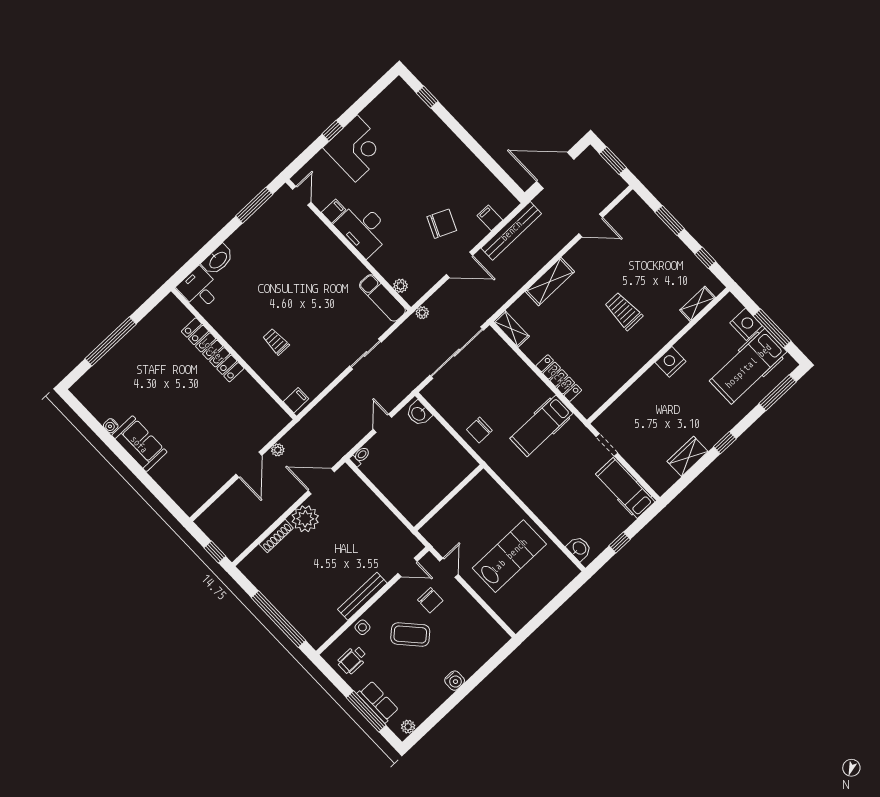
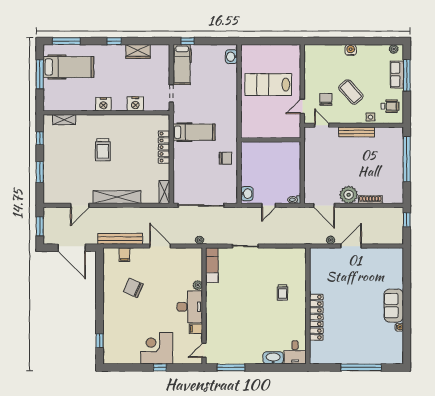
chair: (442, 224) -> (133, 288), moved
door: (591, 226) -> (80, 205), swing flipped
shelving: (550, 282) -> (117, 197), width x1.47
plant: (401, 286) -> (198, 285), moved
nightstand: (746, 324) -> (135, 104), moved, turned -90
filing cabinet: (296, 400) -> (299, 255), removed
window: (620, 543) -> (188, 41), moved

